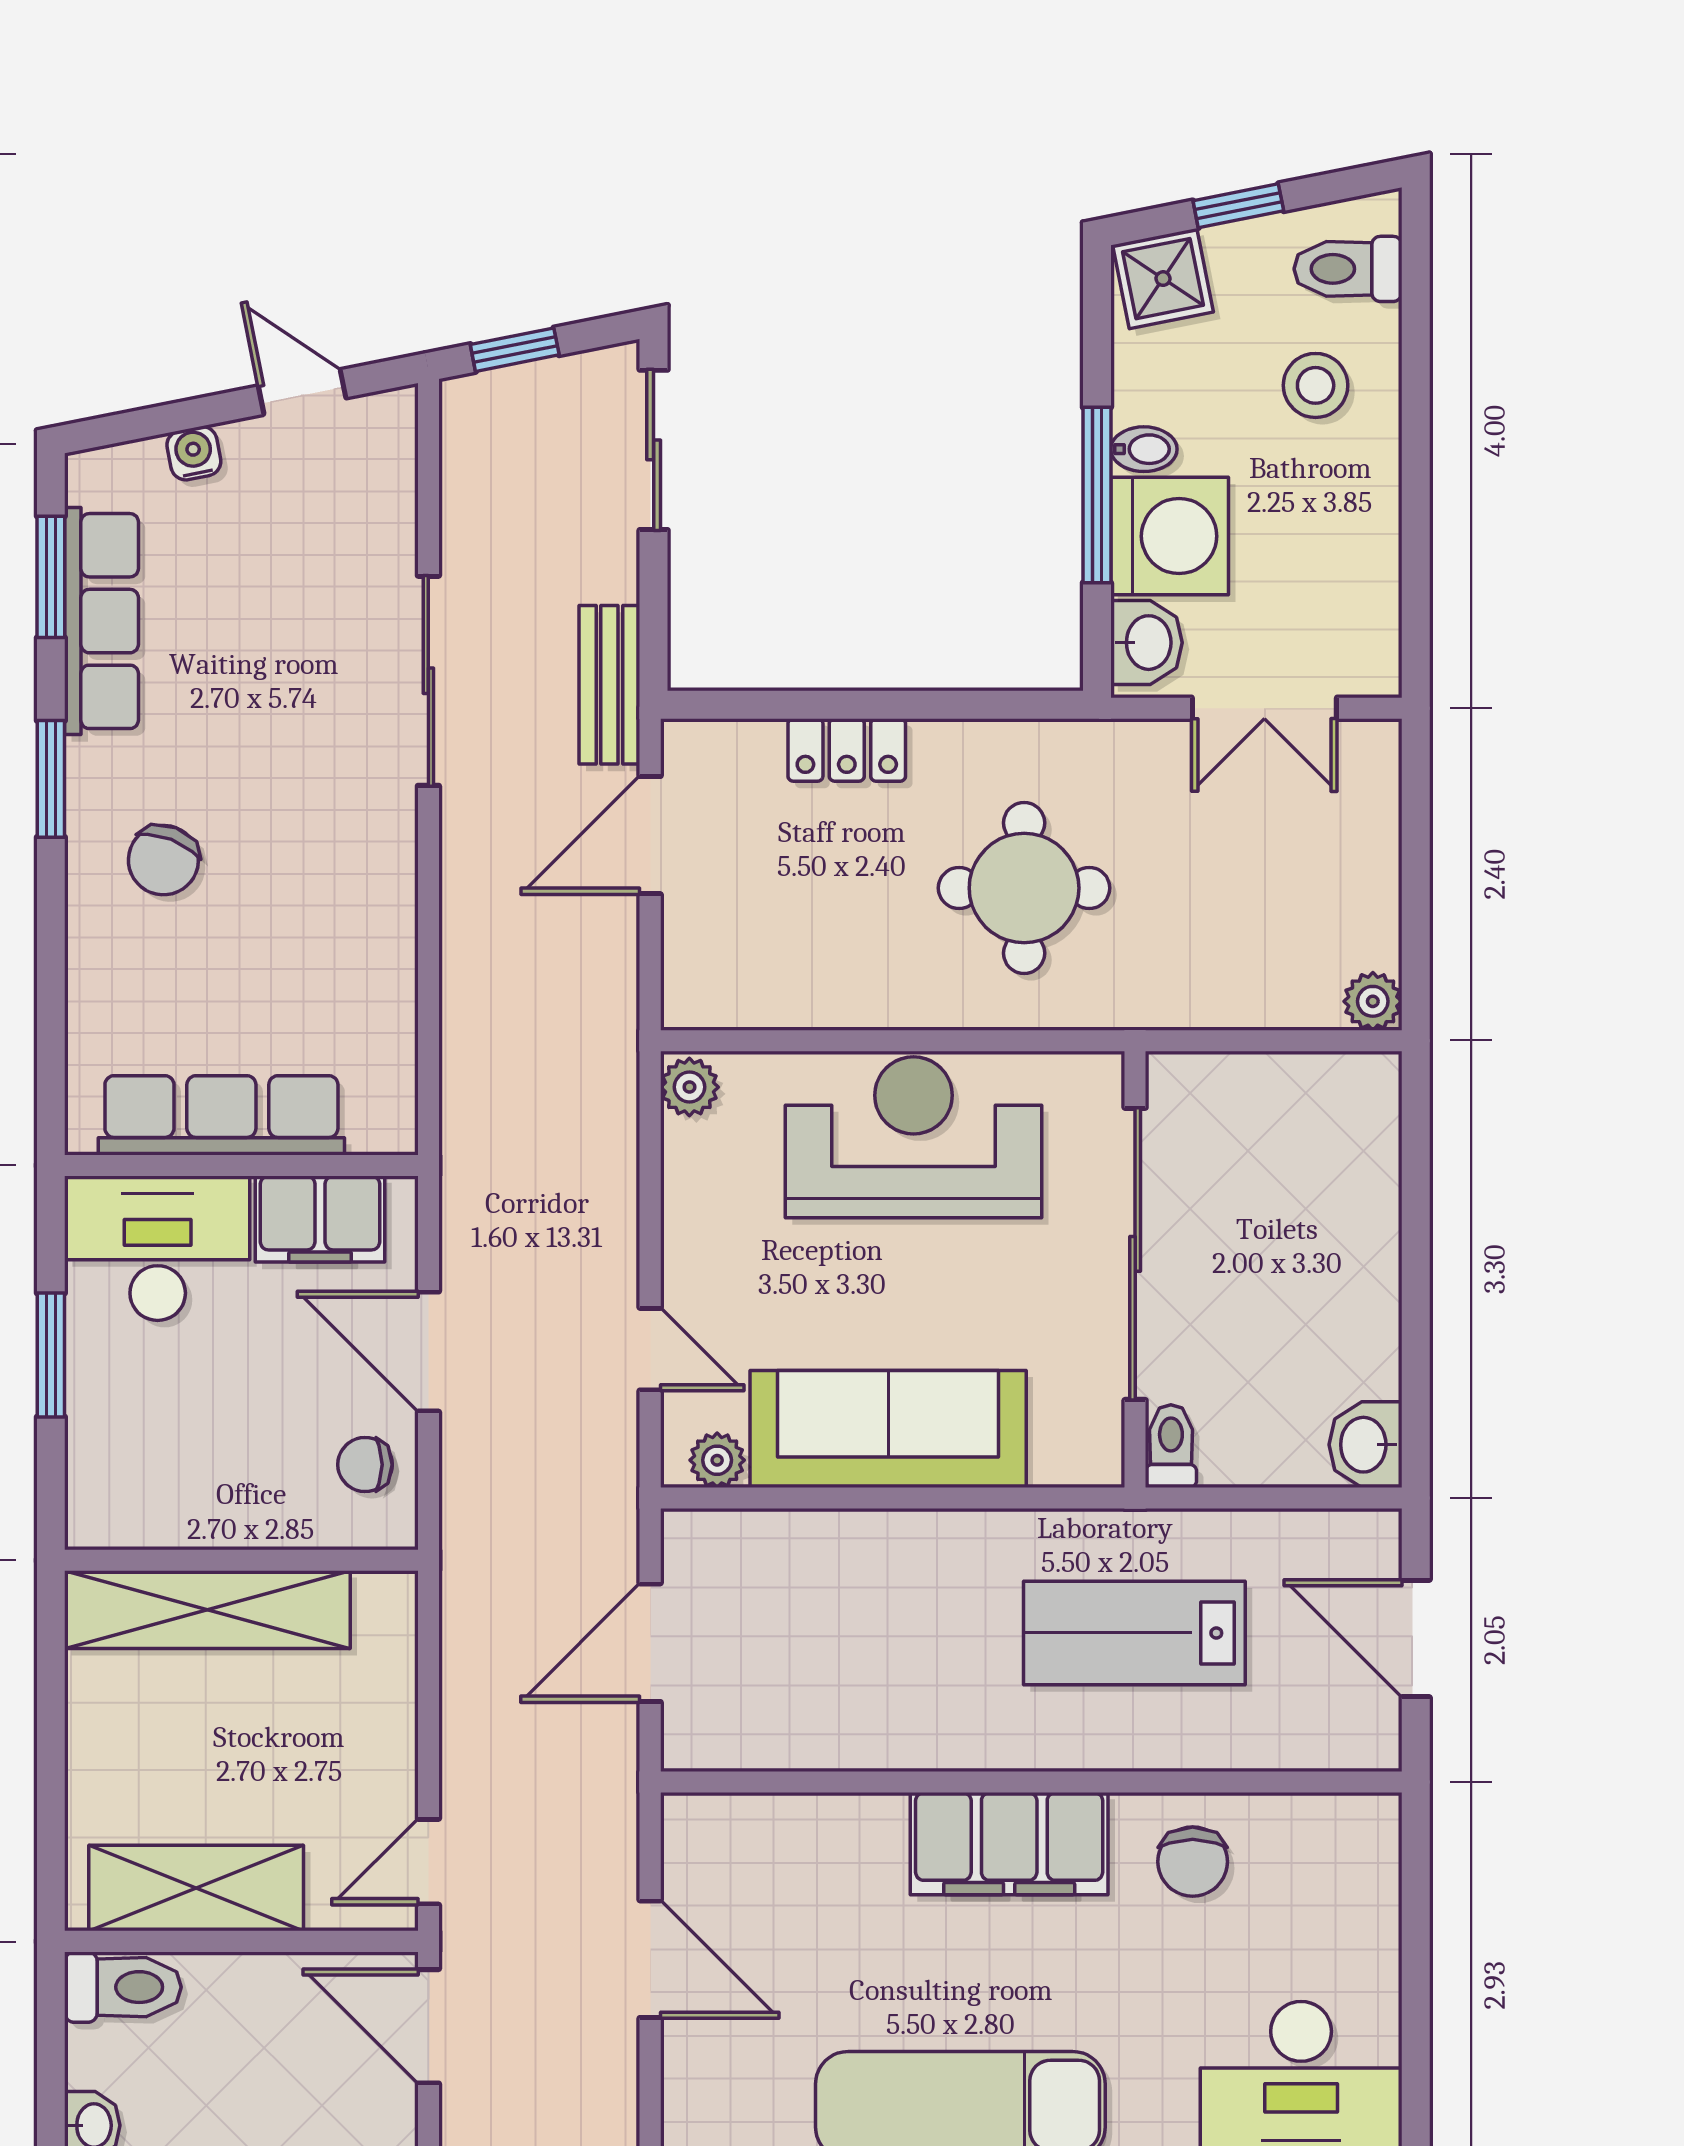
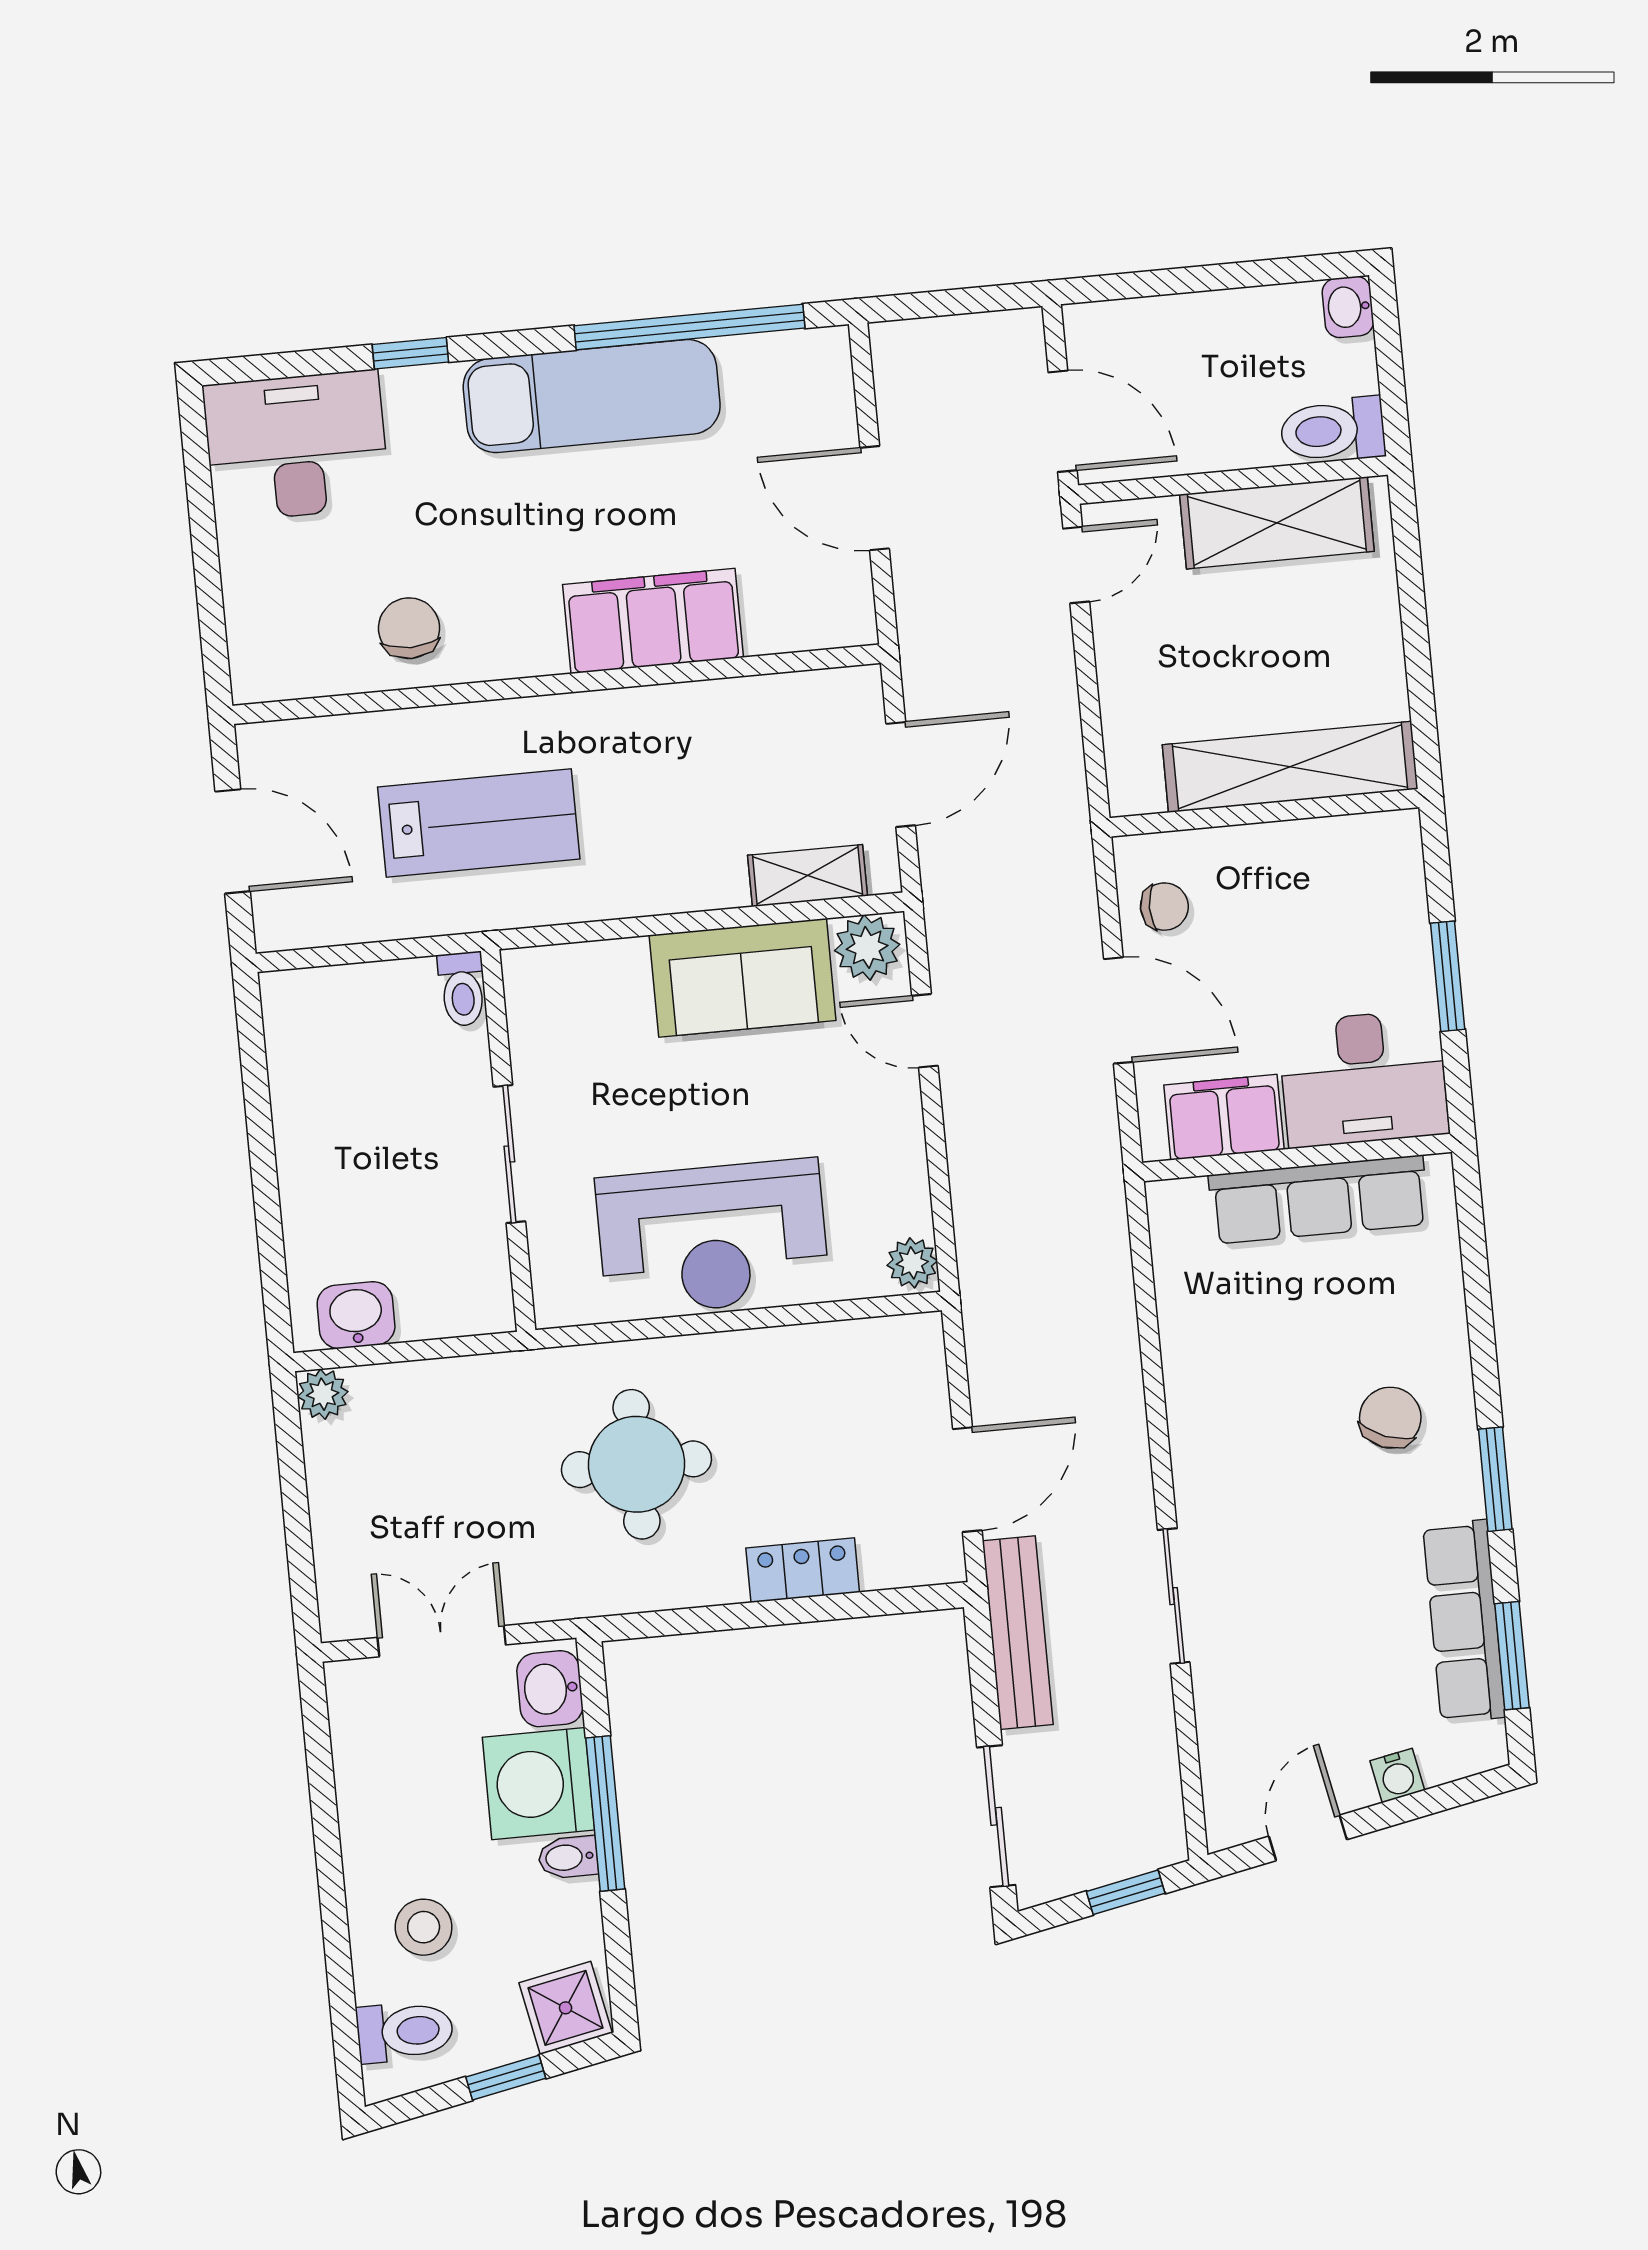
door: (302, 392) -> (1308, 1838), swing flipped
sliding door: (428, 681) -> (1174, 1596), width x0.73
bench: (609, 685) -> (1018, 1633), width x1.36
sliding door: (1135, 1254) -> (509, 1154), width x0.54
sofa: (888, 1429) -> (743, 978), width x0.73
washbasin: (1365, 1445) -> (356, 1315), moved, turned -90
plant: (717, 1460) -> (867, 947), width x1.38, depth x1.38
shelving: (767, 1538) -> (808, 876), added
filing cabinet: (1009, 1844) -> (653, 621), moved

